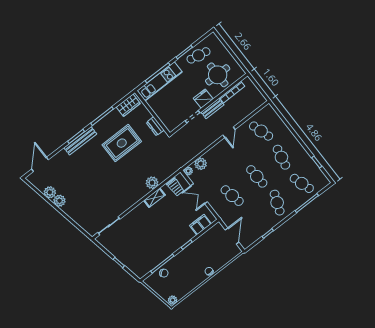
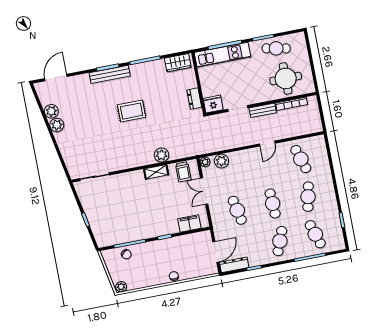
fridge: (203, 99) -> (213, 104), moved
rug: (122, 143) -> (132, 111), moved, width x0.73, depth x0.70
dresser: (251, 239) -> (234, 265), added

